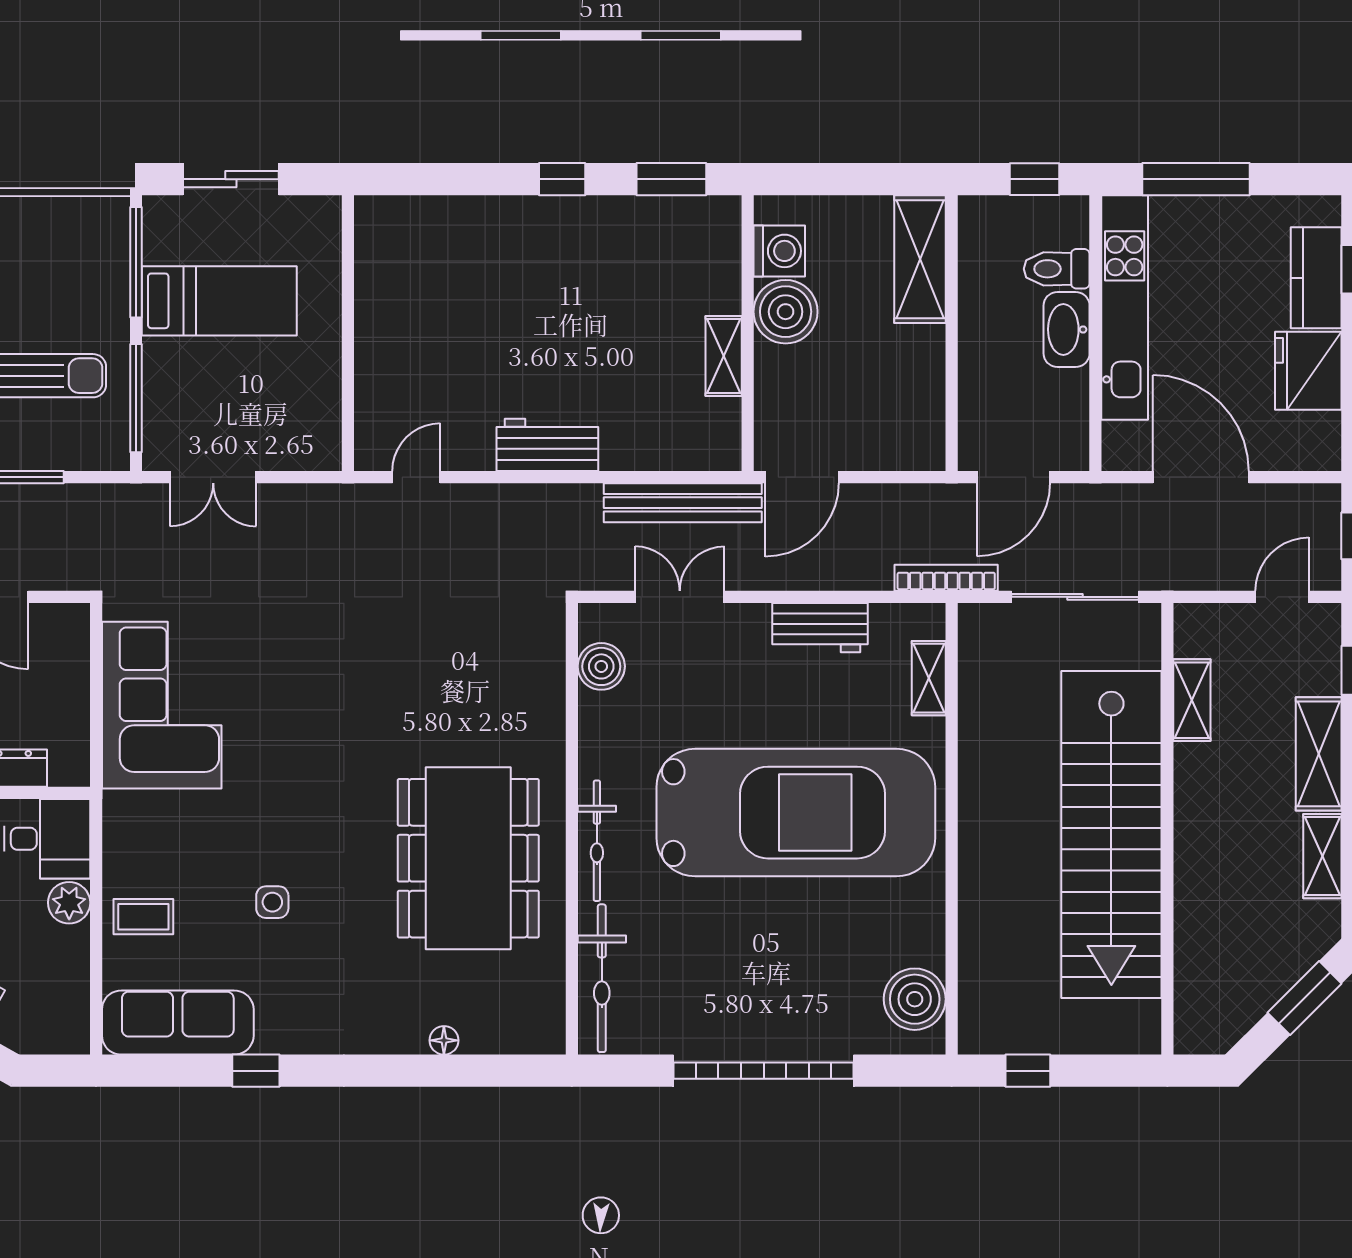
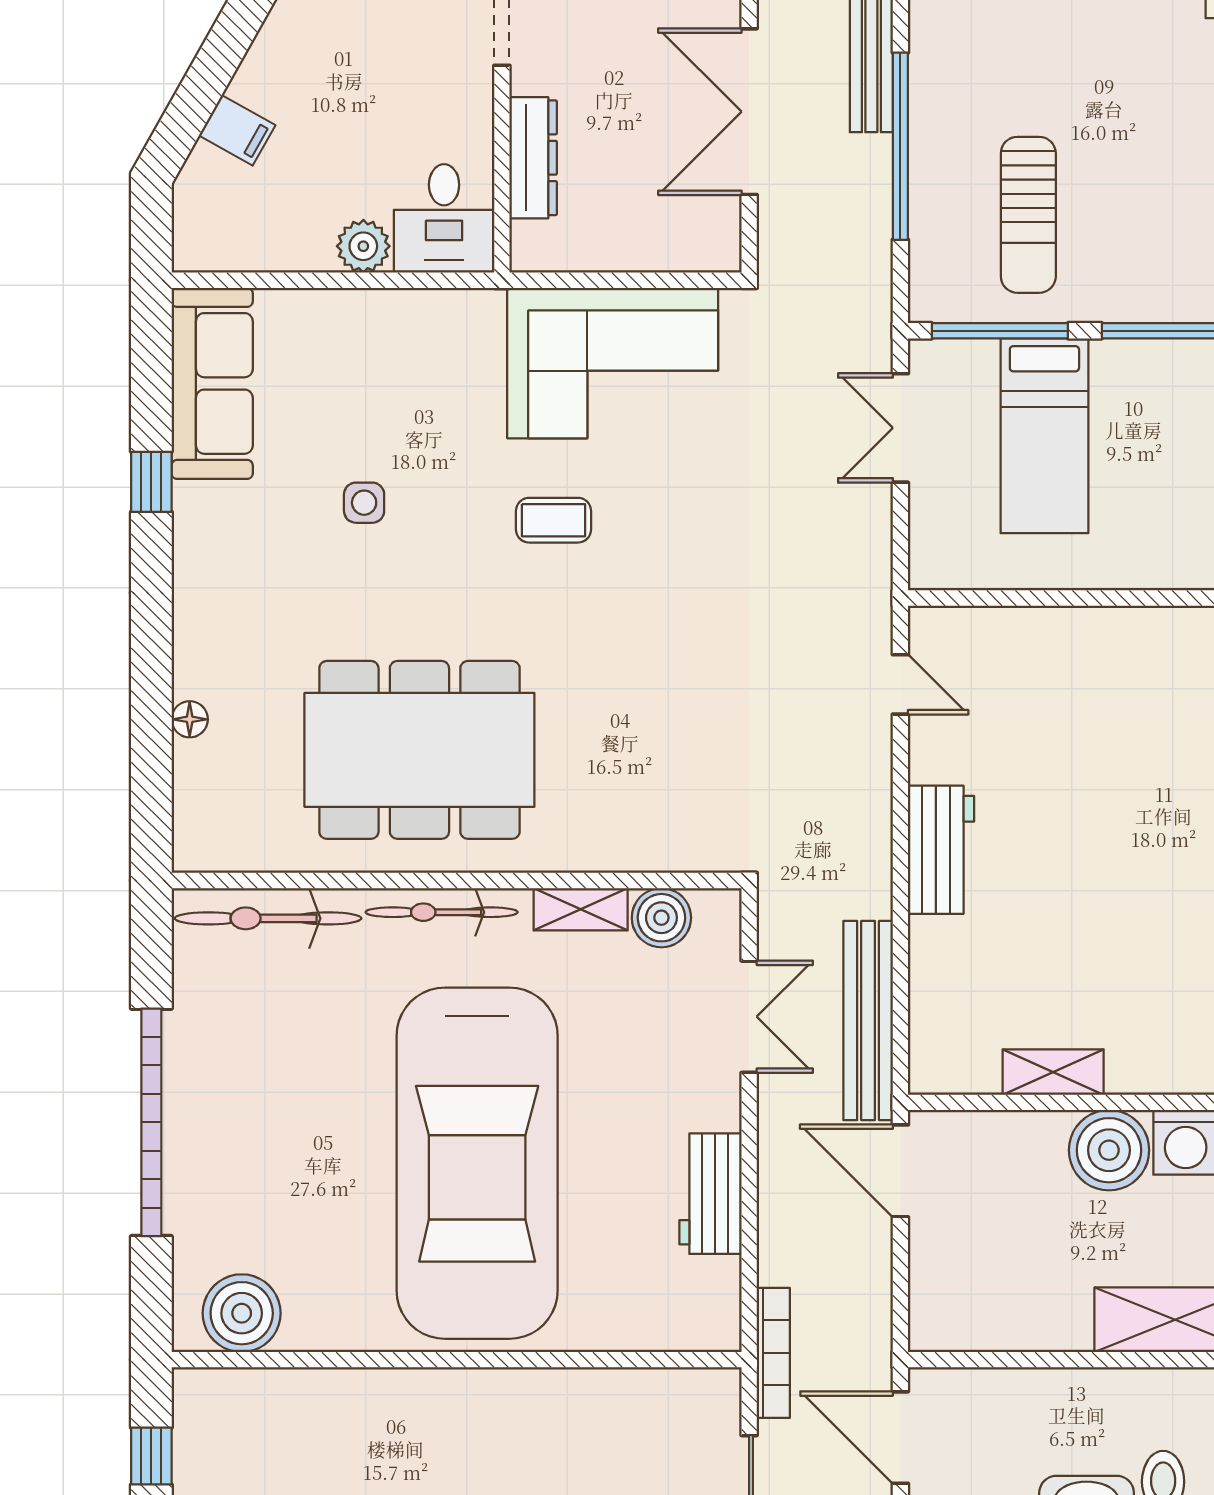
bed: (219, 301) -> (1044, 436), moved
shelving: (929, 678) -> (581, 909), moved
coffee table: (143, 917) -> (554, 520), moved, turned 90

